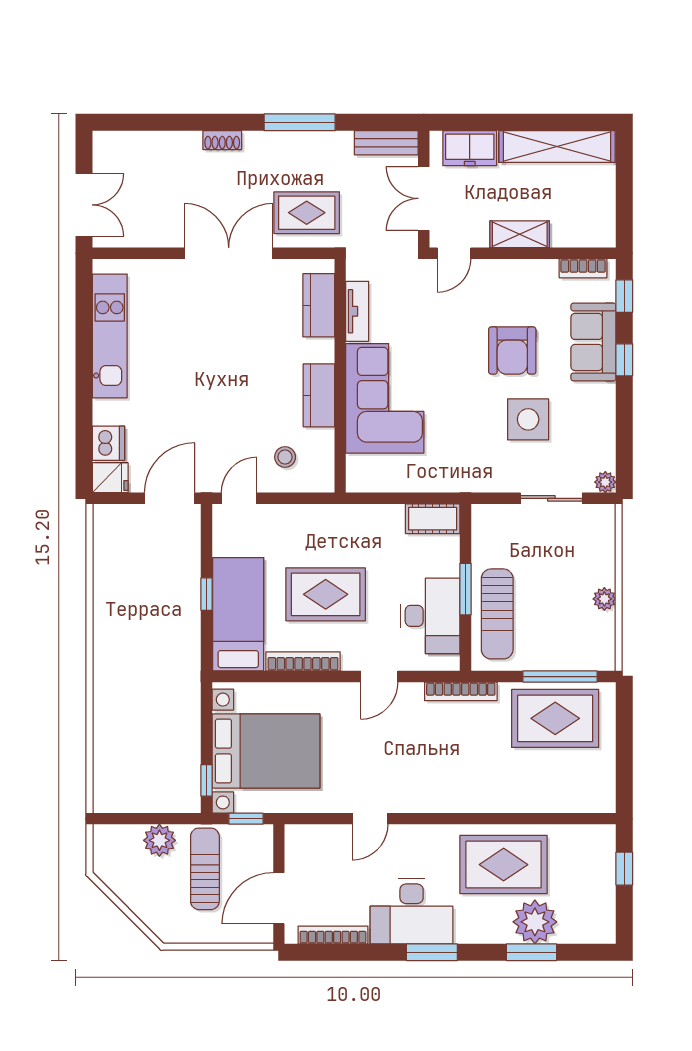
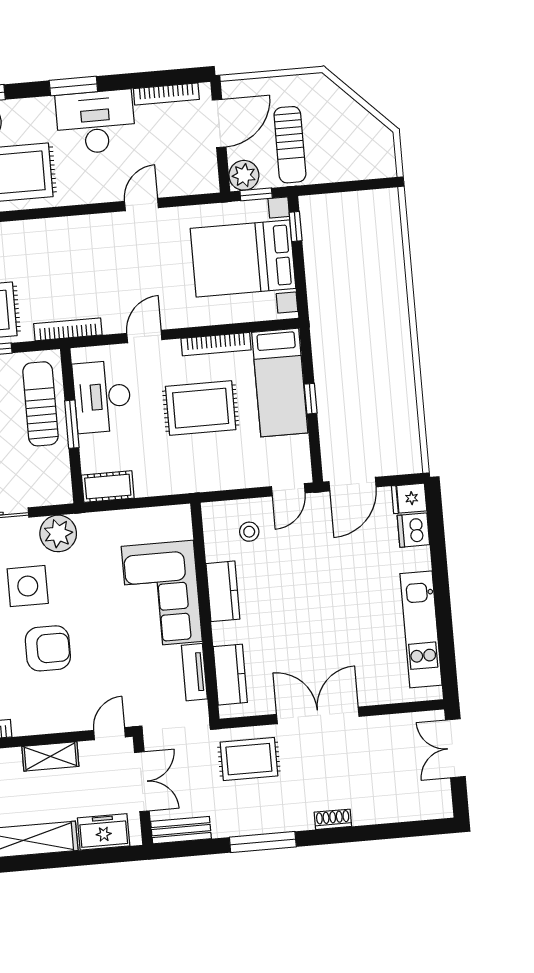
double door: (229, 253) -> (318, 715), swing flipped
armchair: (512, 351) -> (48, 648), turned 90
plant: (490, 473) -> (58, 533), added
plant: (159, 840) -> (244, 175), moved

